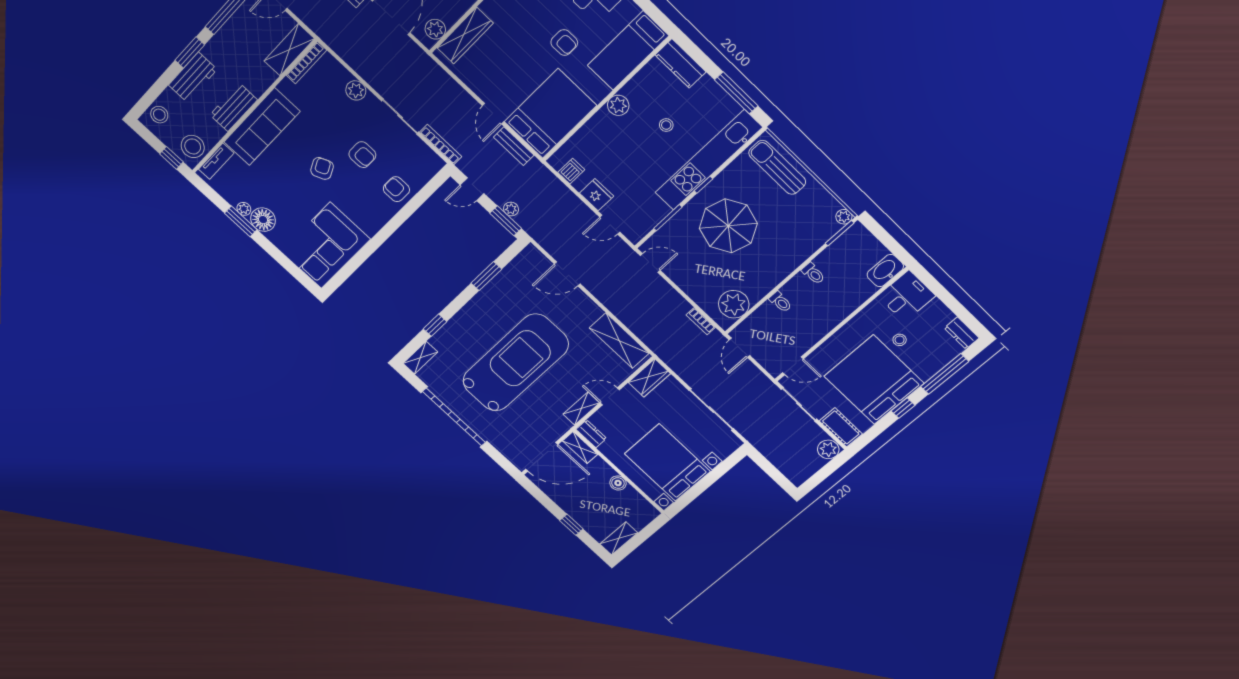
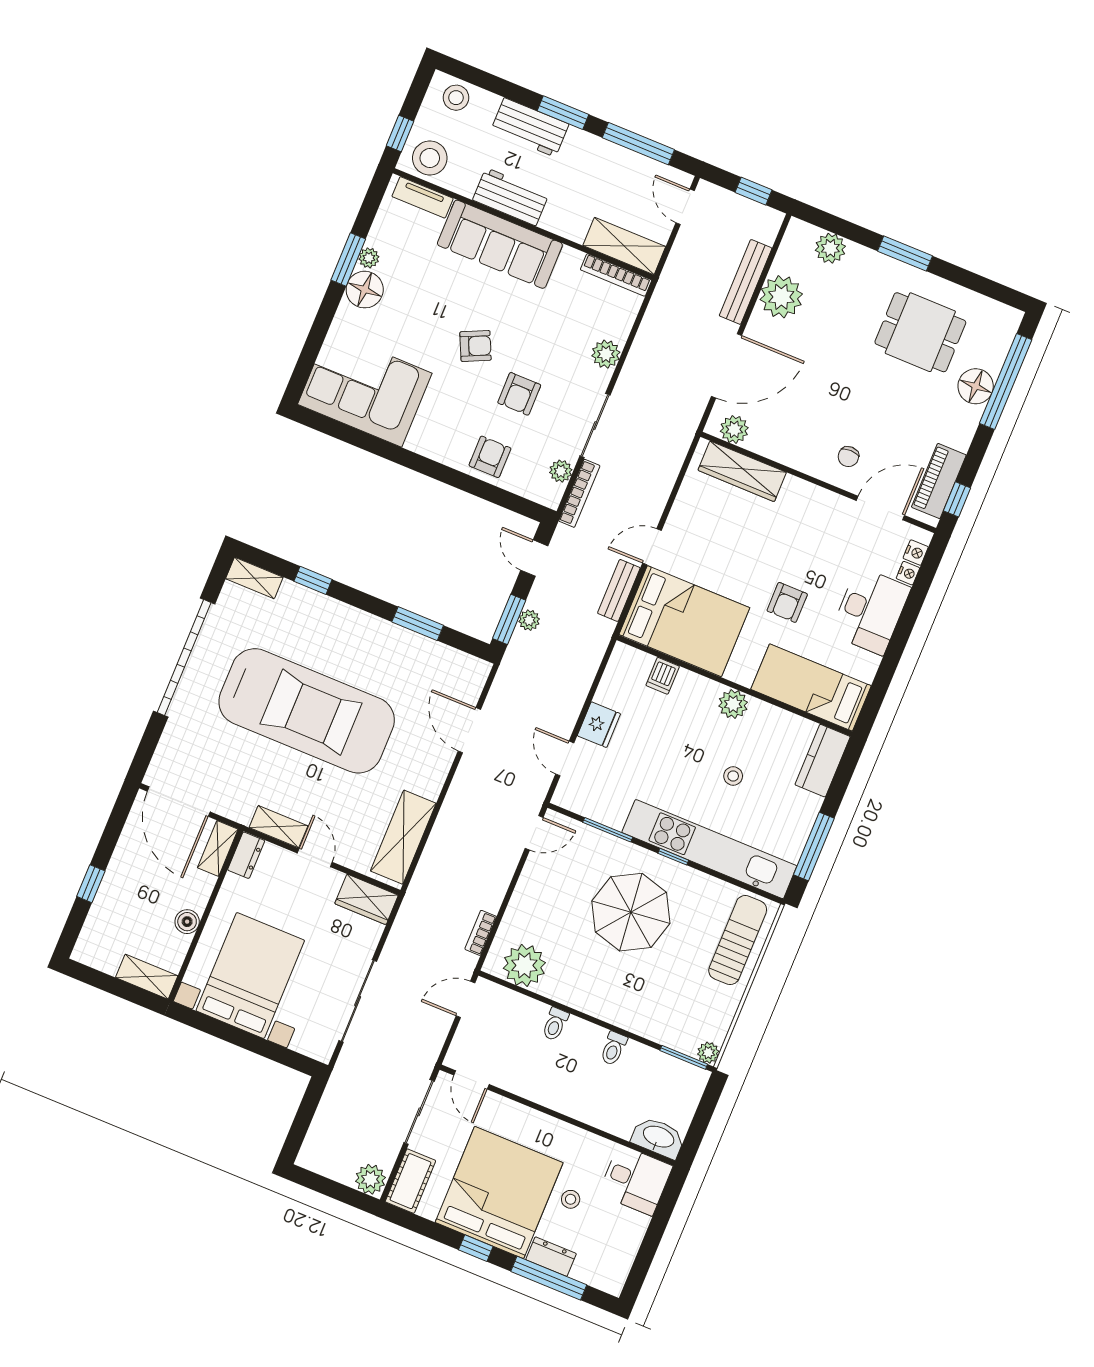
plant: (422, 150) -> (561, 471), added
dishwasher: (571, 171) -> (663, 676), moved, turned 90
door: (650, 263) -> (534, 833), hinge flipped
dresser: (962, 333) -> (551, 1257), moved, turned 90
shelving: (619, 538) -> (147, 977), moved

